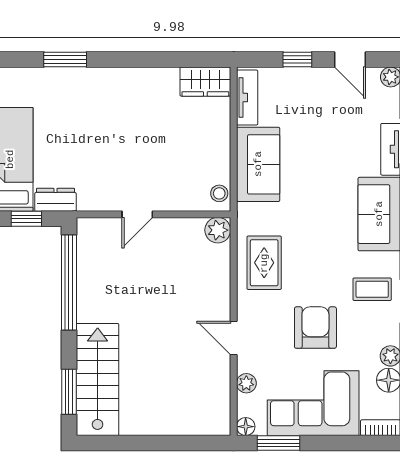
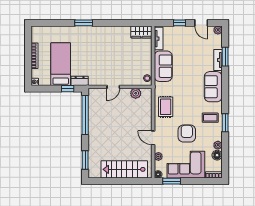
plant: (218, 230) -> (136, 93), moved
stairs: (98, 379) -> (124, 169), moved, turned -90

